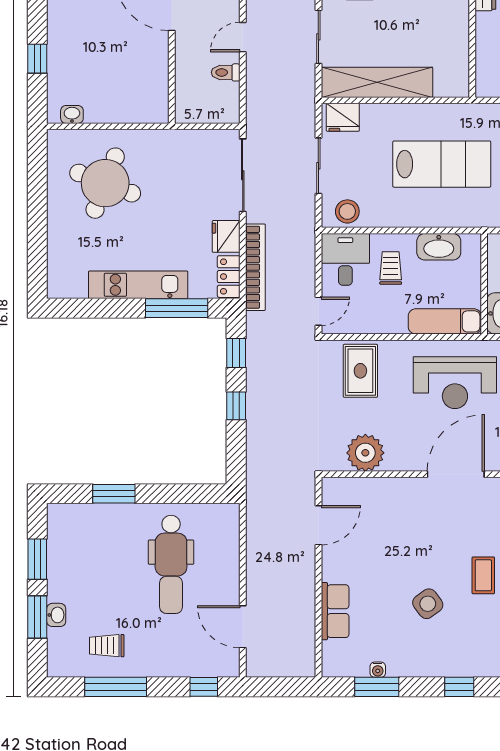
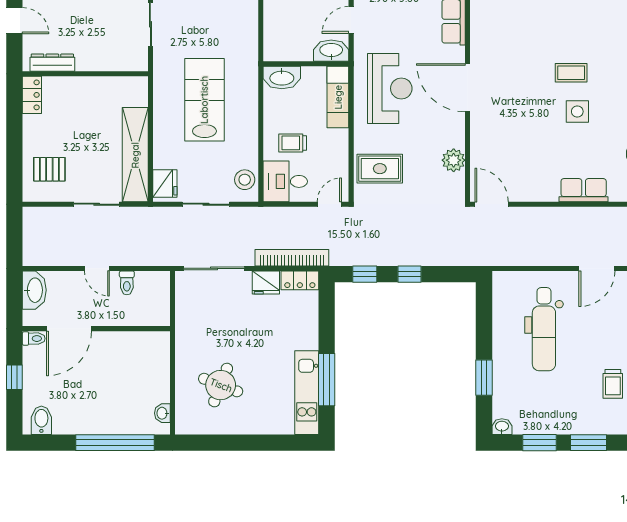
window: (37, 59) -> (115, 443), width x3.17
round table: (105, 183) -> (221, 385), width x0.73, depth x0.73
washbasin: (439, 247) -> (282, 77), moved, turned 90
kitchen unit: (138, 285) -> (307, 393), moved
window: (177, 308) -> (327, 380), moved
door: (318, 311) -> (329, 204), hinge flipped
plant: (365, 453) -> (454, 160), width x0.73, depth x0.73
door: (318, 525) -> (492, 204), moved
dental chair: (171, 564) -> (544, 329), turned 90
coffee table: (483, 575) -> (571, 73), moved
side table: (428, 604) -> (577, 112), turned 36
washbasin: (56, 615) -> (502, 427), moved

